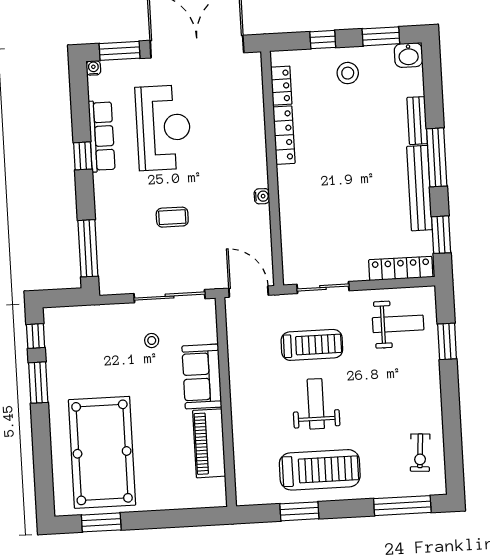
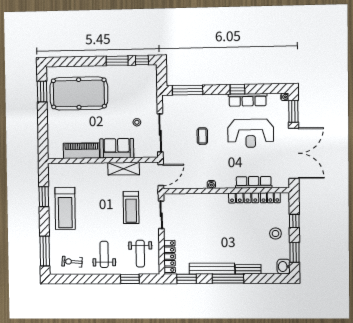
row of seats: (254, 118) -> (254, 182), added
shelving: (240, 362) -> (124, 169), added
weight bench: (316, 404) -> (104, 254), moved, turned -90

